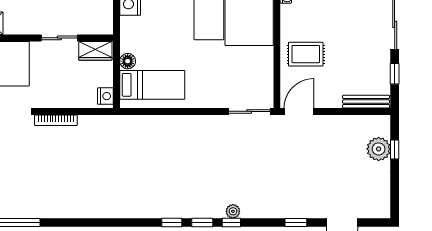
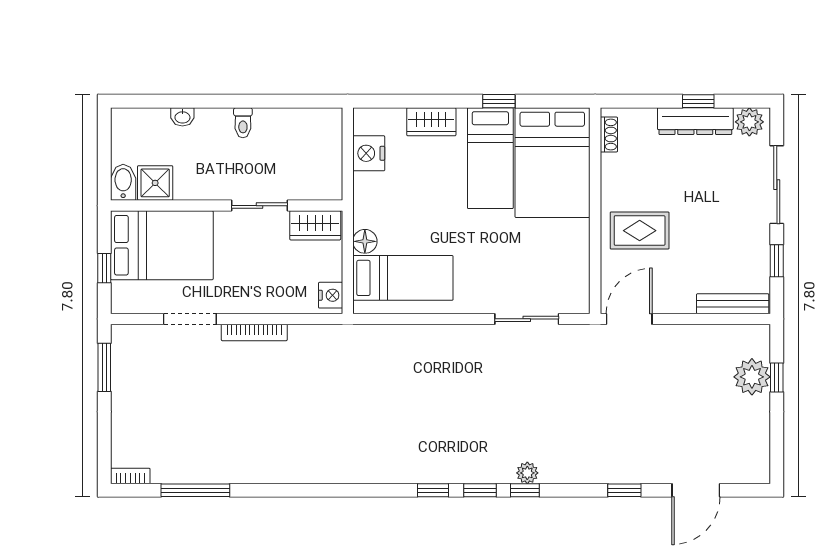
sliding door: (249, 111) -> (527, 319), moved

